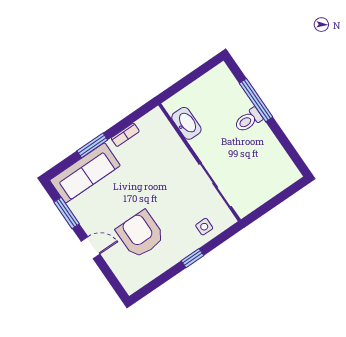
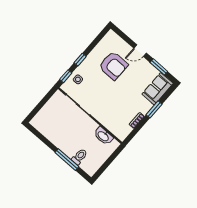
toilet: (248, 120) -> (79, 157), moved
sofa: (85, 173) -> (158, 89), width x0.73
window: (223, 237) -> (66, 76), added

